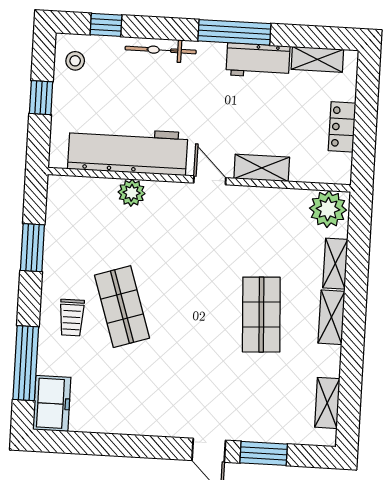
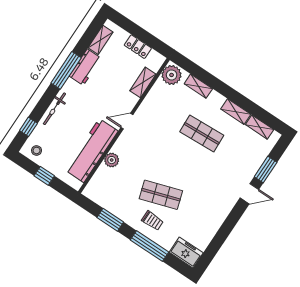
shelving: (262, 168) -> (143, 82), moved
shelving: (331, 317) -> (236, 112), moved
window: (26, 363) -> (149, 246), moved

